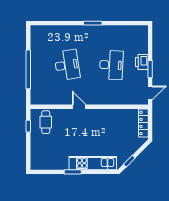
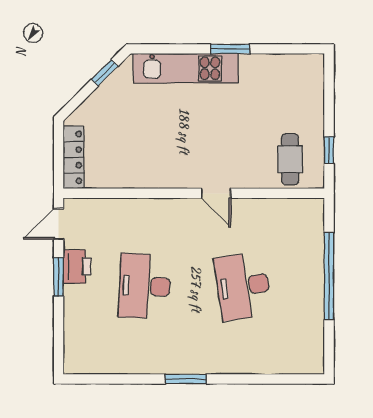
printer: (142, 62) -> (77, 267), moved

